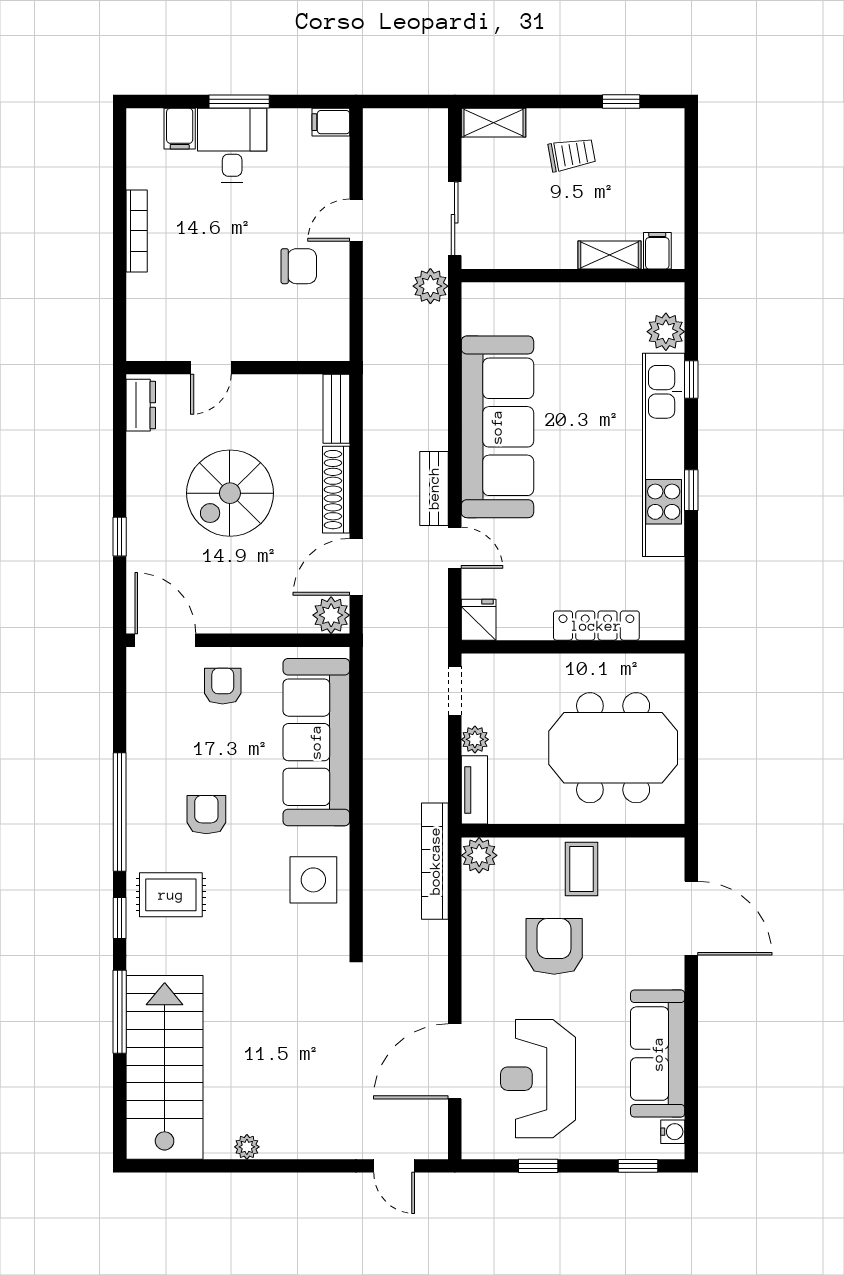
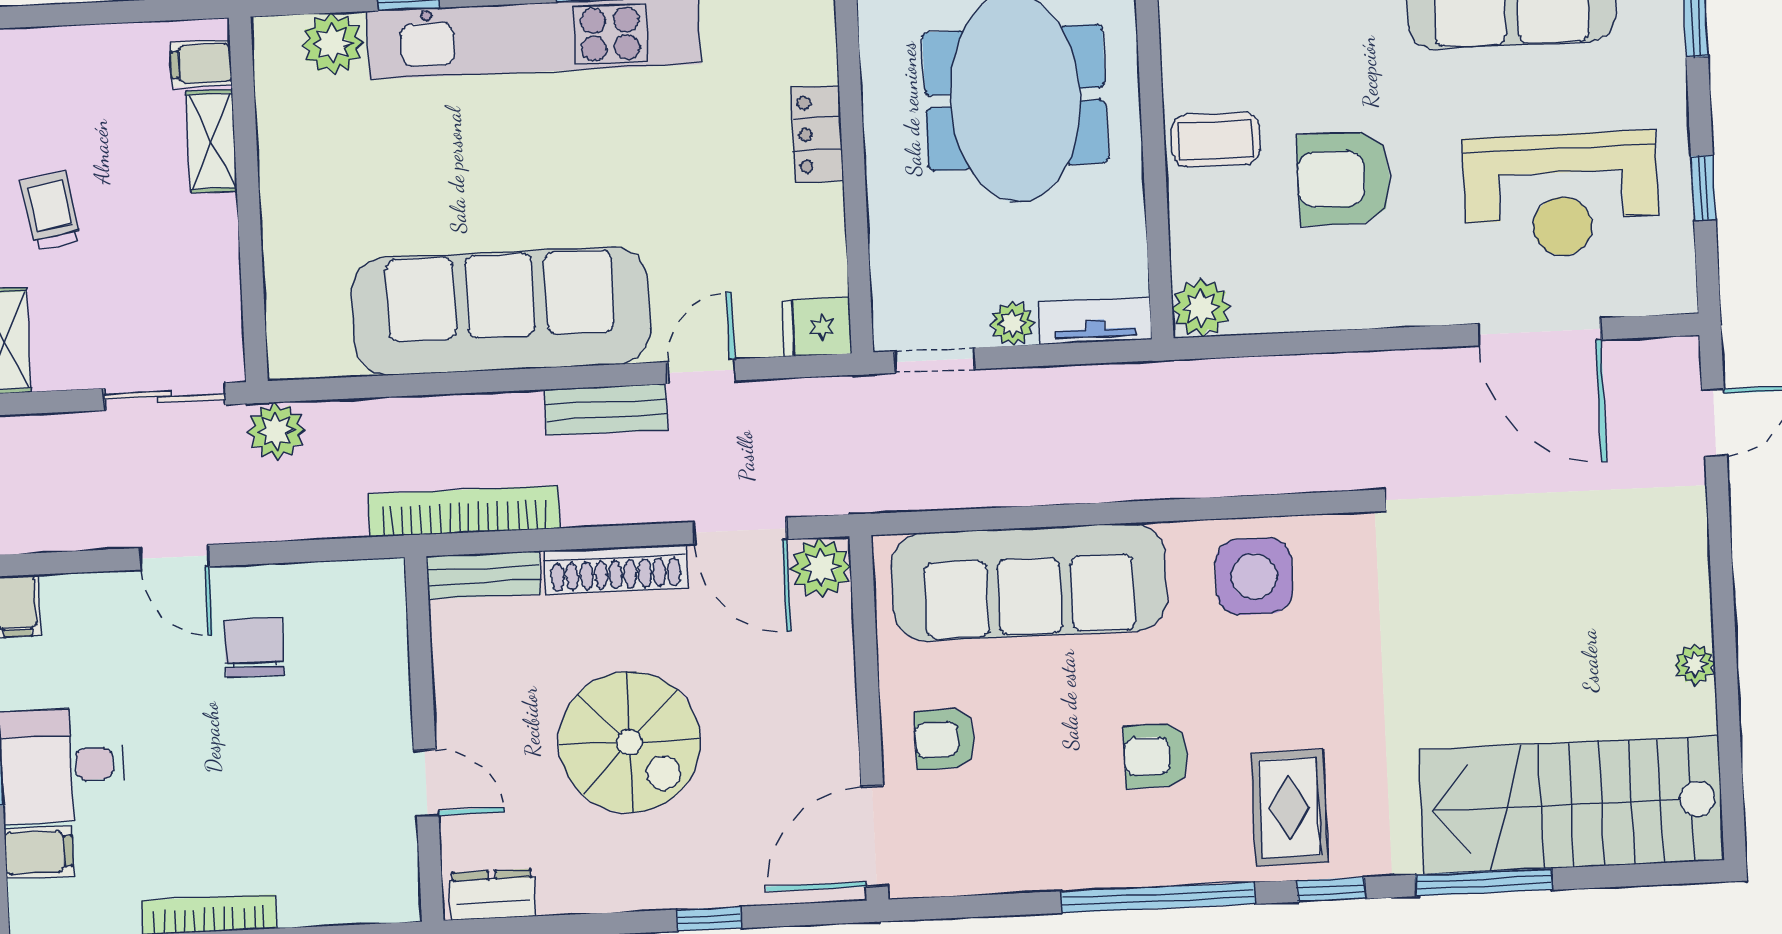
locker: (596, 626) -> (817, 134), width x0.66
bookcase: (435, 861) -> (464, 511), moved, turned 180

